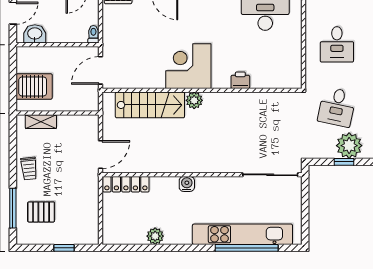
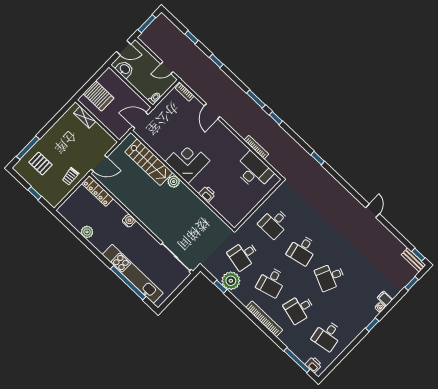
trolley: (29, 169) -> (70, 176), moved

